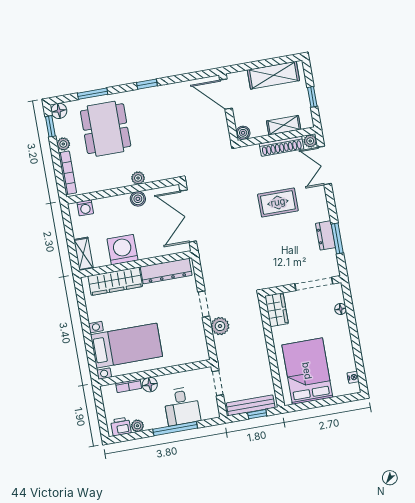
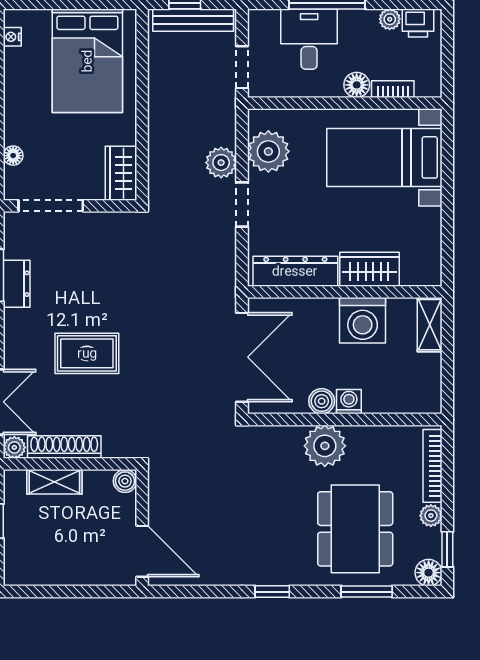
shelving: (273, 75) -> (57, 569), removed
plant: (138, 178) -> (325, 446), width x1.88, depth x1.88
washing machine: (85, 208) -> (349, 402), moved
wardrobe: (115, 281) -> (369, 269), width x0.67
plant: (194, 337) -> (268, 151), added

